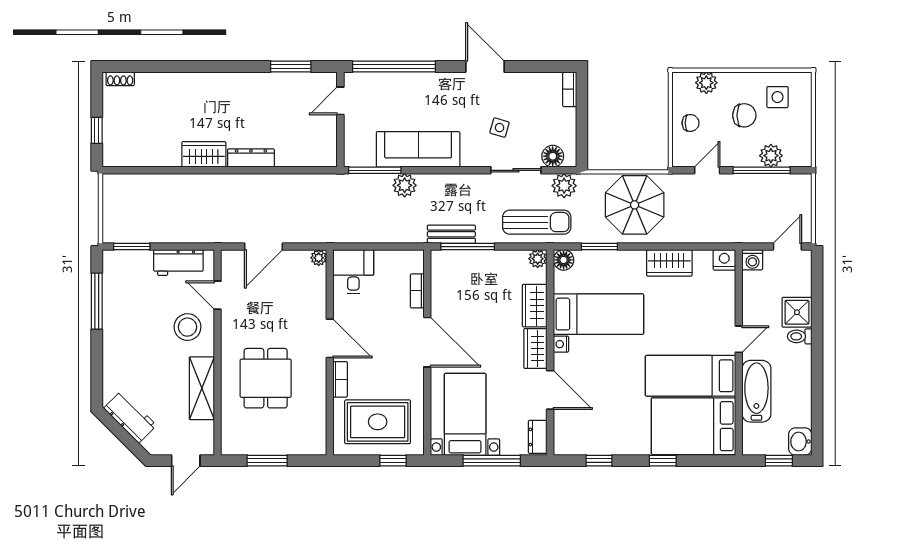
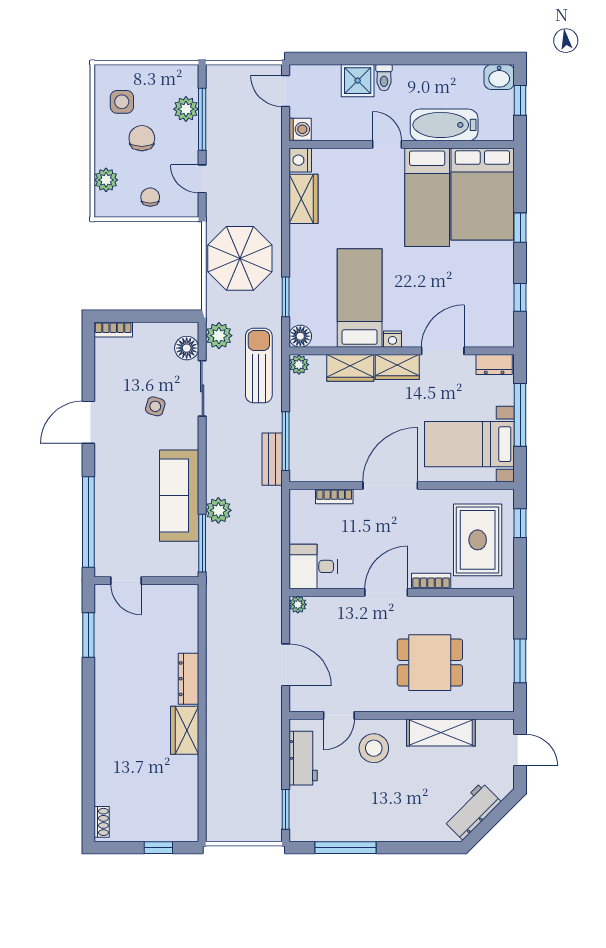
wardrobe: (669, 263) -> (303, 199), moved

